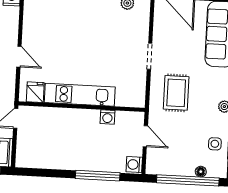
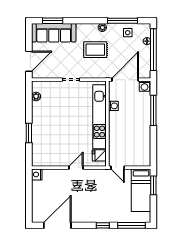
rug: (176, 93) -> (95, 50), moved
kitchen unit: (80, 95) -> (99, 117), width x1.36
door: (145, 136) -> (125, 80), width x1.87

